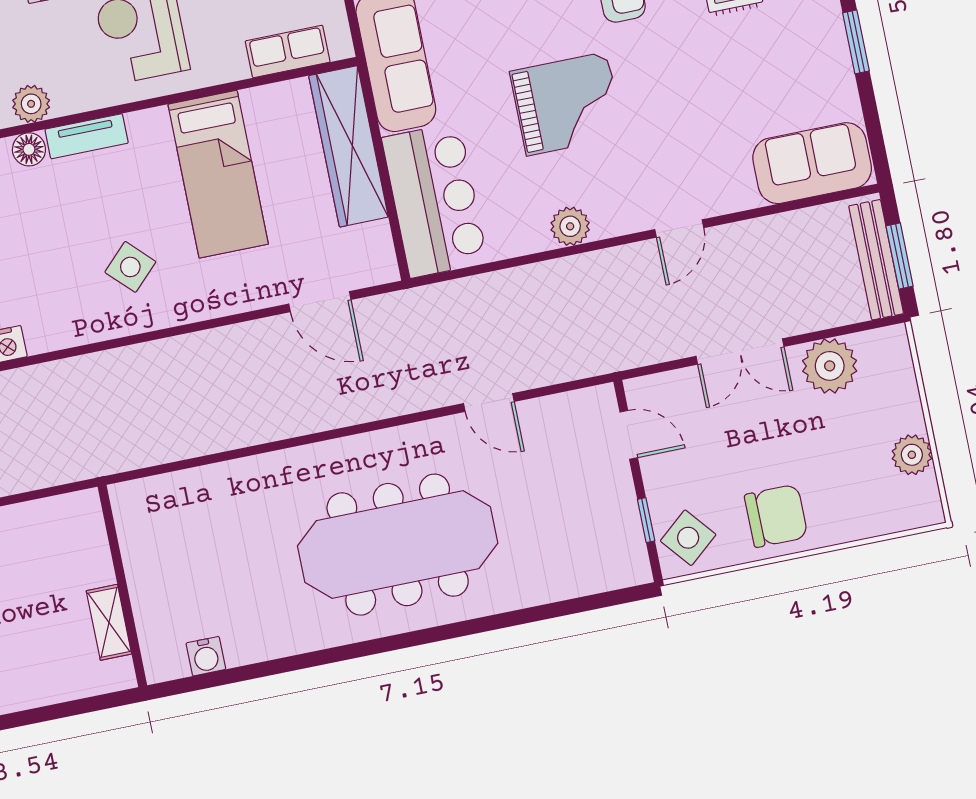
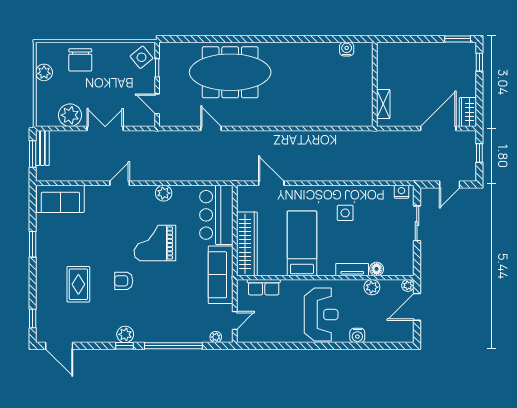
bench: (876, 260) -> (42, 148), width x0.73
side table: (130, 267) -> (345, 213), turned 45
chair: (776, 516) -> (80, 60), moved, turned -90
meeting table: (398, 545) -> (230, 72), moved
shelving: (109, 622) -> (383, 104), moved

